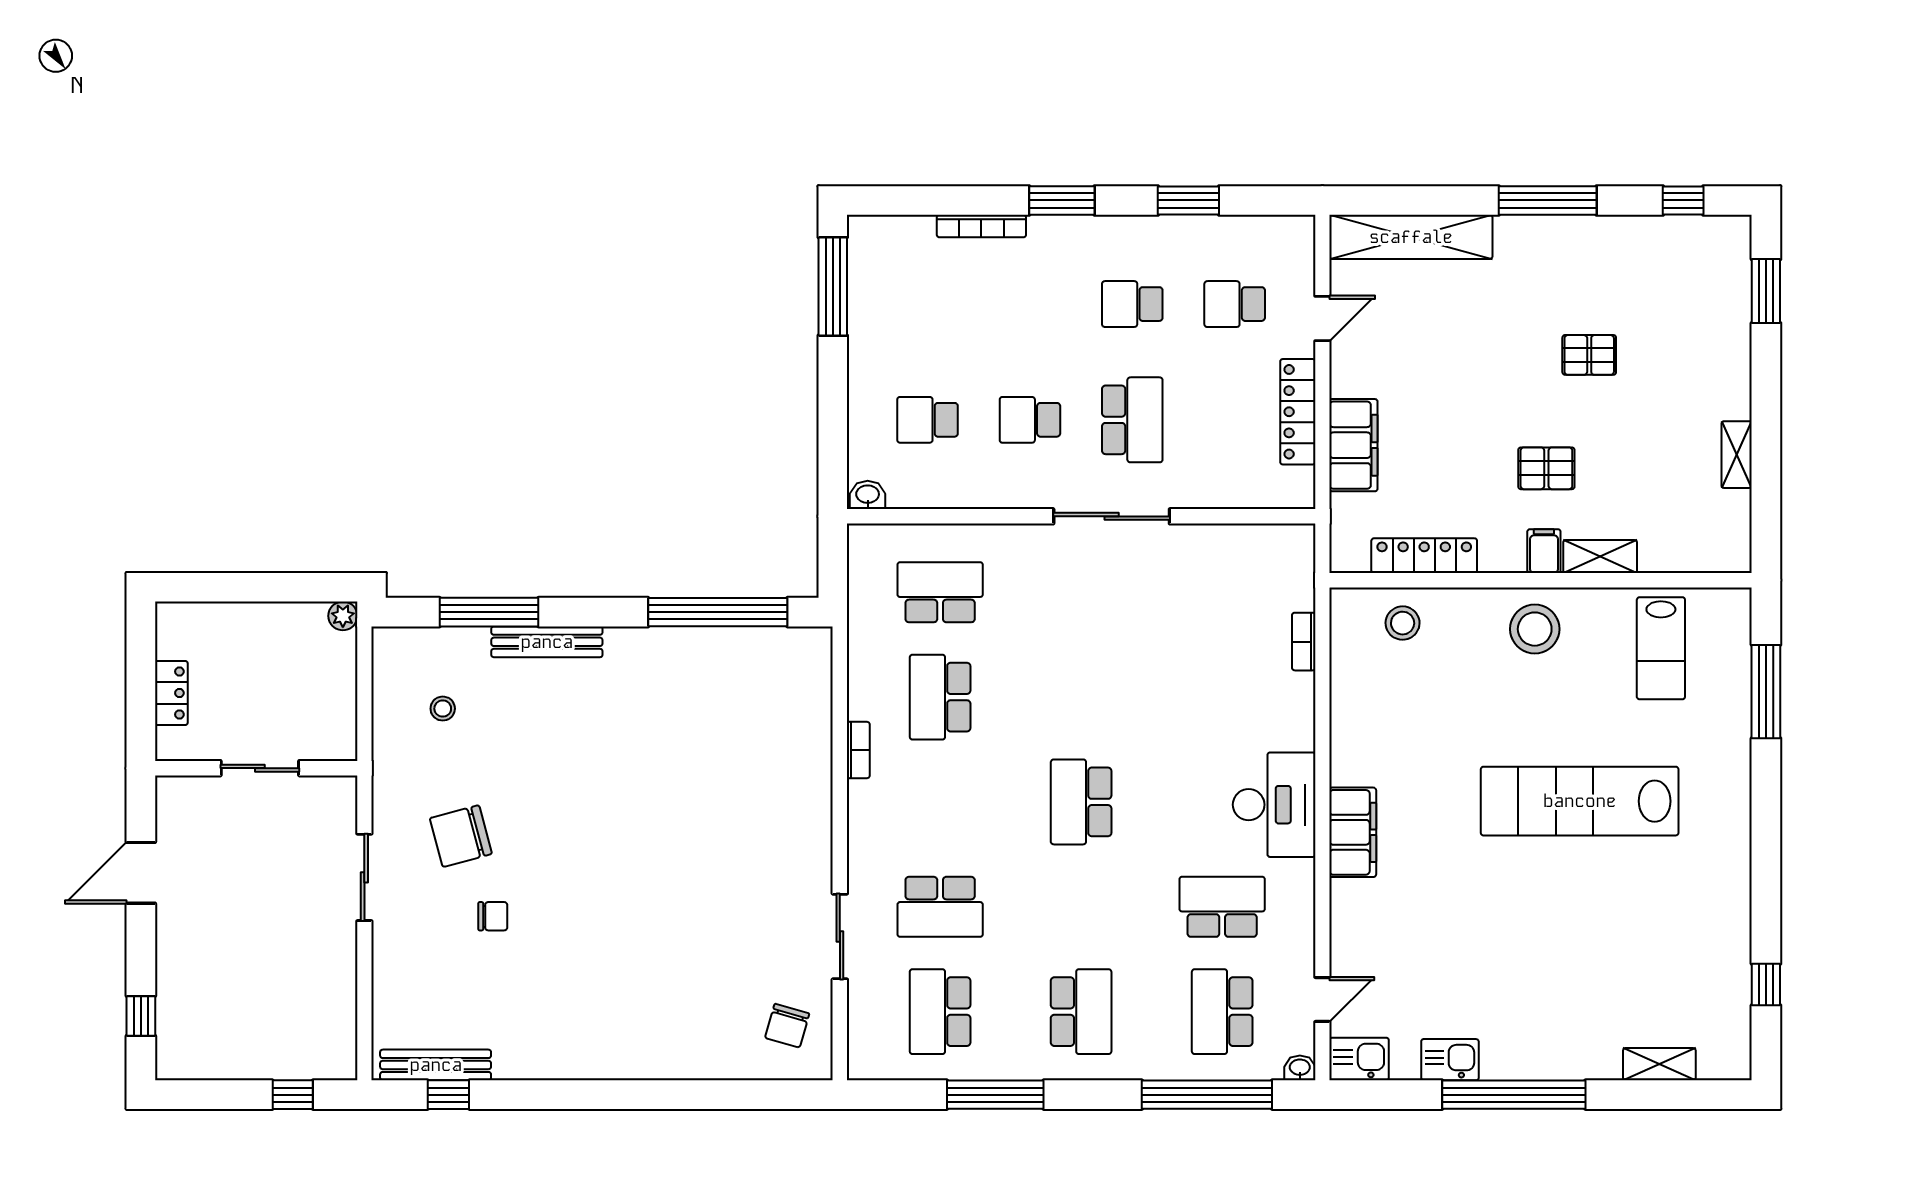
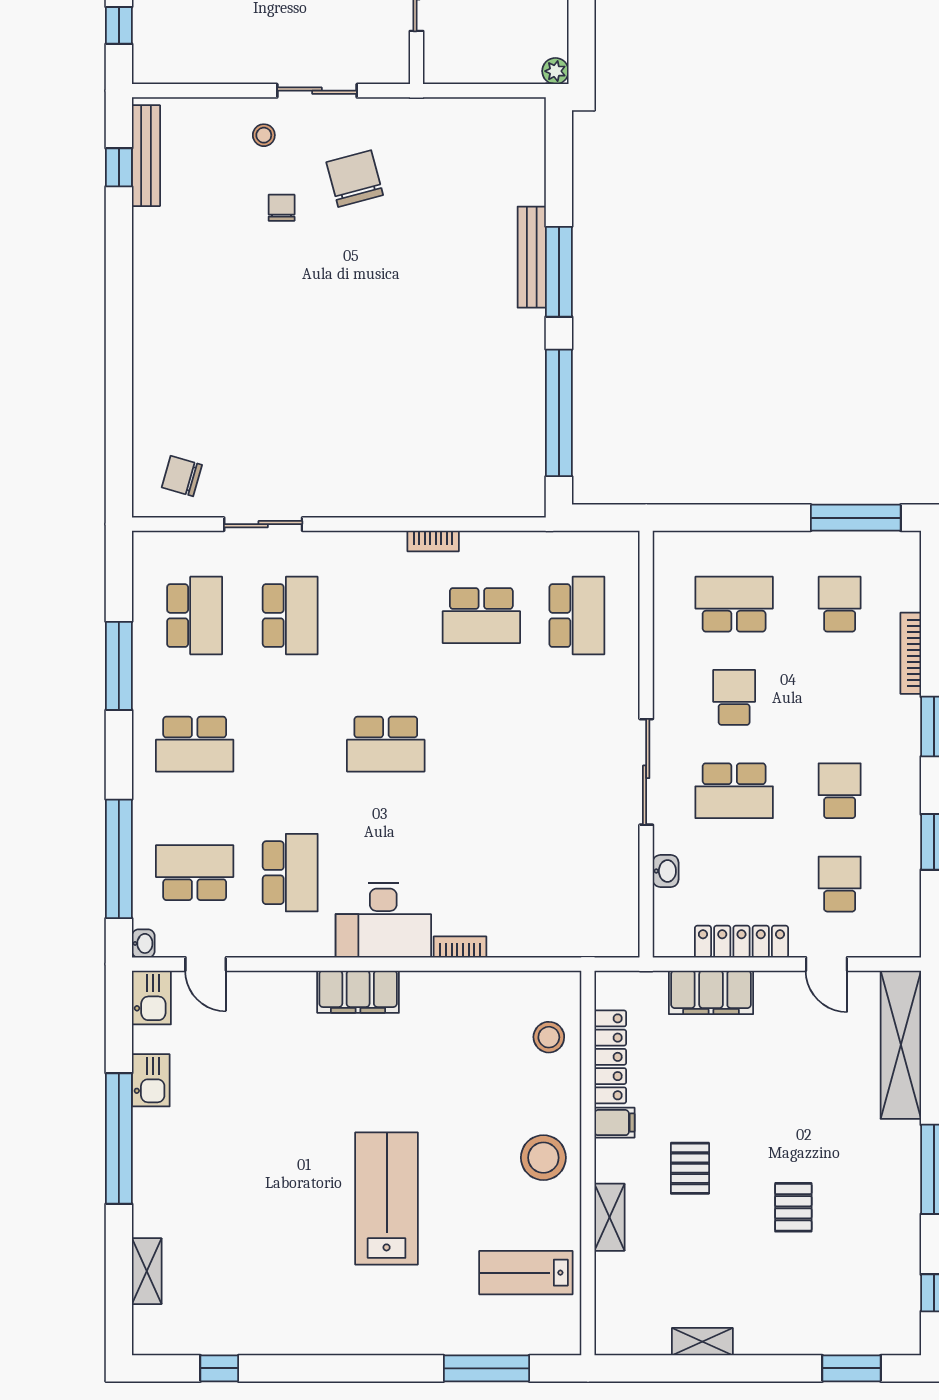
school desk: (928, 304) -> (840, 604), added
school desk: (928, 420) -> (734, 604), width x1.85
washbasin: (868, 495) -> (666, 871), moved
filing cabinet: (1544, 551) -> (614, 1123), moved
window: (489, 612) -> (559, 272), moved
bookcase: (1304, 642) -> (460, 947), moved
school desk: (940, 697) -> (481, 616), turned 180
stool: (443, 709) -> (264, 135), moved
lab bench: (1580, 801) -> (387, 1199), width x0.73
school desk: (1081, 802) -> (386, 744), turned 180
school desk: (940, 907) -> (290, 616), turned 180
chair: (493, 916) -> (282, 208), turned 180
school desk: (940, 1012) -> (195, 616), turned 90

